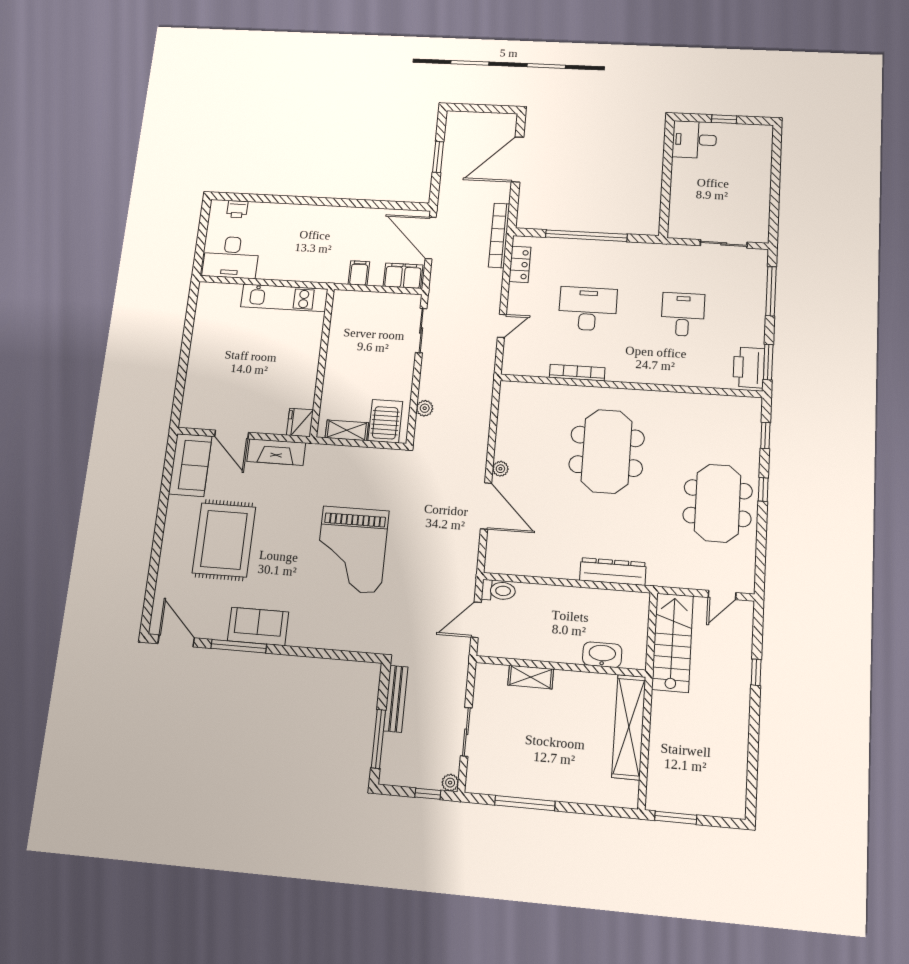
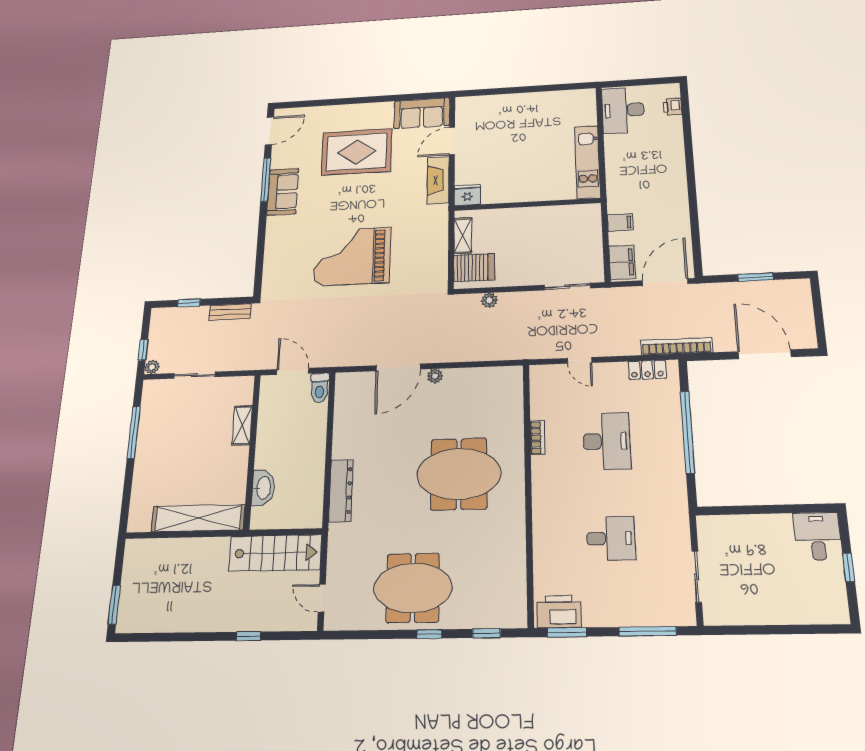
bookcase: (577, 373) -> (538, 438), width x0.64
bench: (396, 699) -> (230, 312), width x0.73
window: (378, 739) -> (189, 303), width x0.46
window: (676, 818) -> (114, 605), moved

